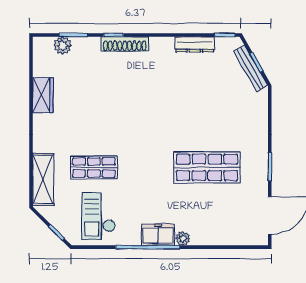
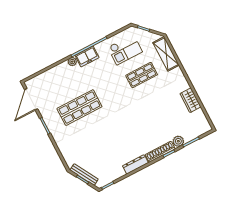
dresser: (195, 44) -> (135, 164), moved
plant: (63, 45) -> (178, 141), moved
checkout: (99, 216) -> (125, 50), turned 90

